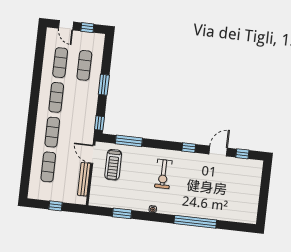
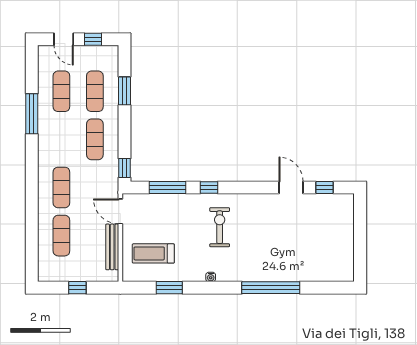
window: (37, 76) -> (32, 114), added
window: (104, 85) -> (125, 91), moved
exercise mat: (56, 97) -> (95, 139), moved
window: (189, 148) -> (209, 187), moved
door: (218, 151) -> (291, 187), hinge flipped
treadmill: (113, 165) -> (153, 253), moved, turned 90
exercise bike: (163, 174) -> (220, 227), turned 180

